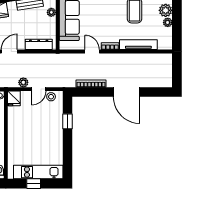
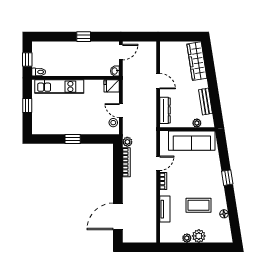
tv unit: (138, 45) -> (165, 209), width x0.71
plant: (23, 82) -> (127, 142), moved
door: (127, 92) -> (118, 216), moved
window: (68, 121) -> (73, 139), moved
kitchen unit: (38, 172) -> (59, 87), moved, turned 90

